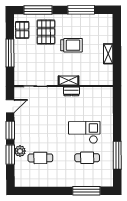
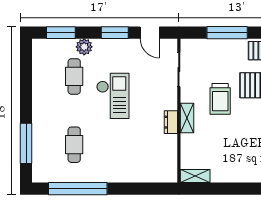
trolley: (72, 45) -> (220, 99), moved
shelving: (108, 54) -> (195, 176), moved
checkout: (84, 132) -> (113, 96), moved
window: (10, 155) -> (61, 33), moved
window: (117, 155) -> (78, 189), width x1.46

